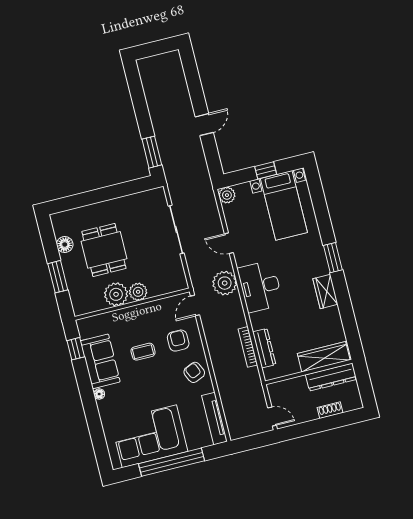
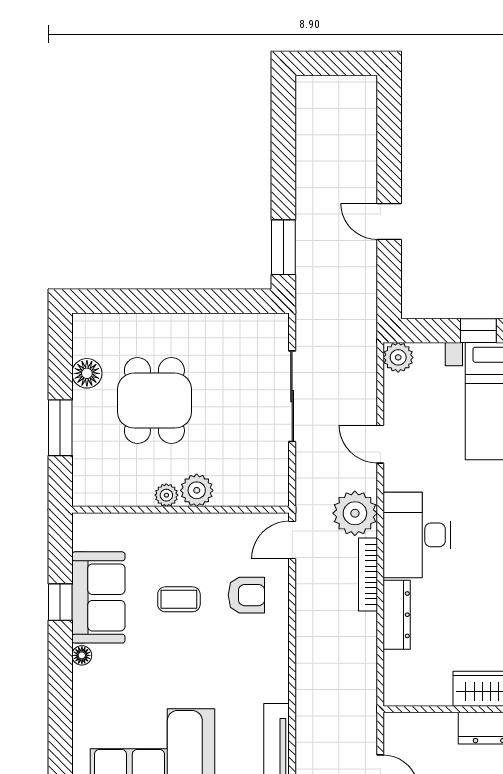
door: (204, 125) -> (389, 221), swing flipped
plant: (116, 294) -> (166, 495), width x0.53, depth x0.53
armchair: (178, 341) -> (246, 595), turned 90
bookcase: (248, 347) -> (368, 574), moved
dresser: (264, 348) -> (397, 615), moved
window: (76, 349) -> (60, 602), moved
armchair: (194, 372) -> (261, 659), removed

